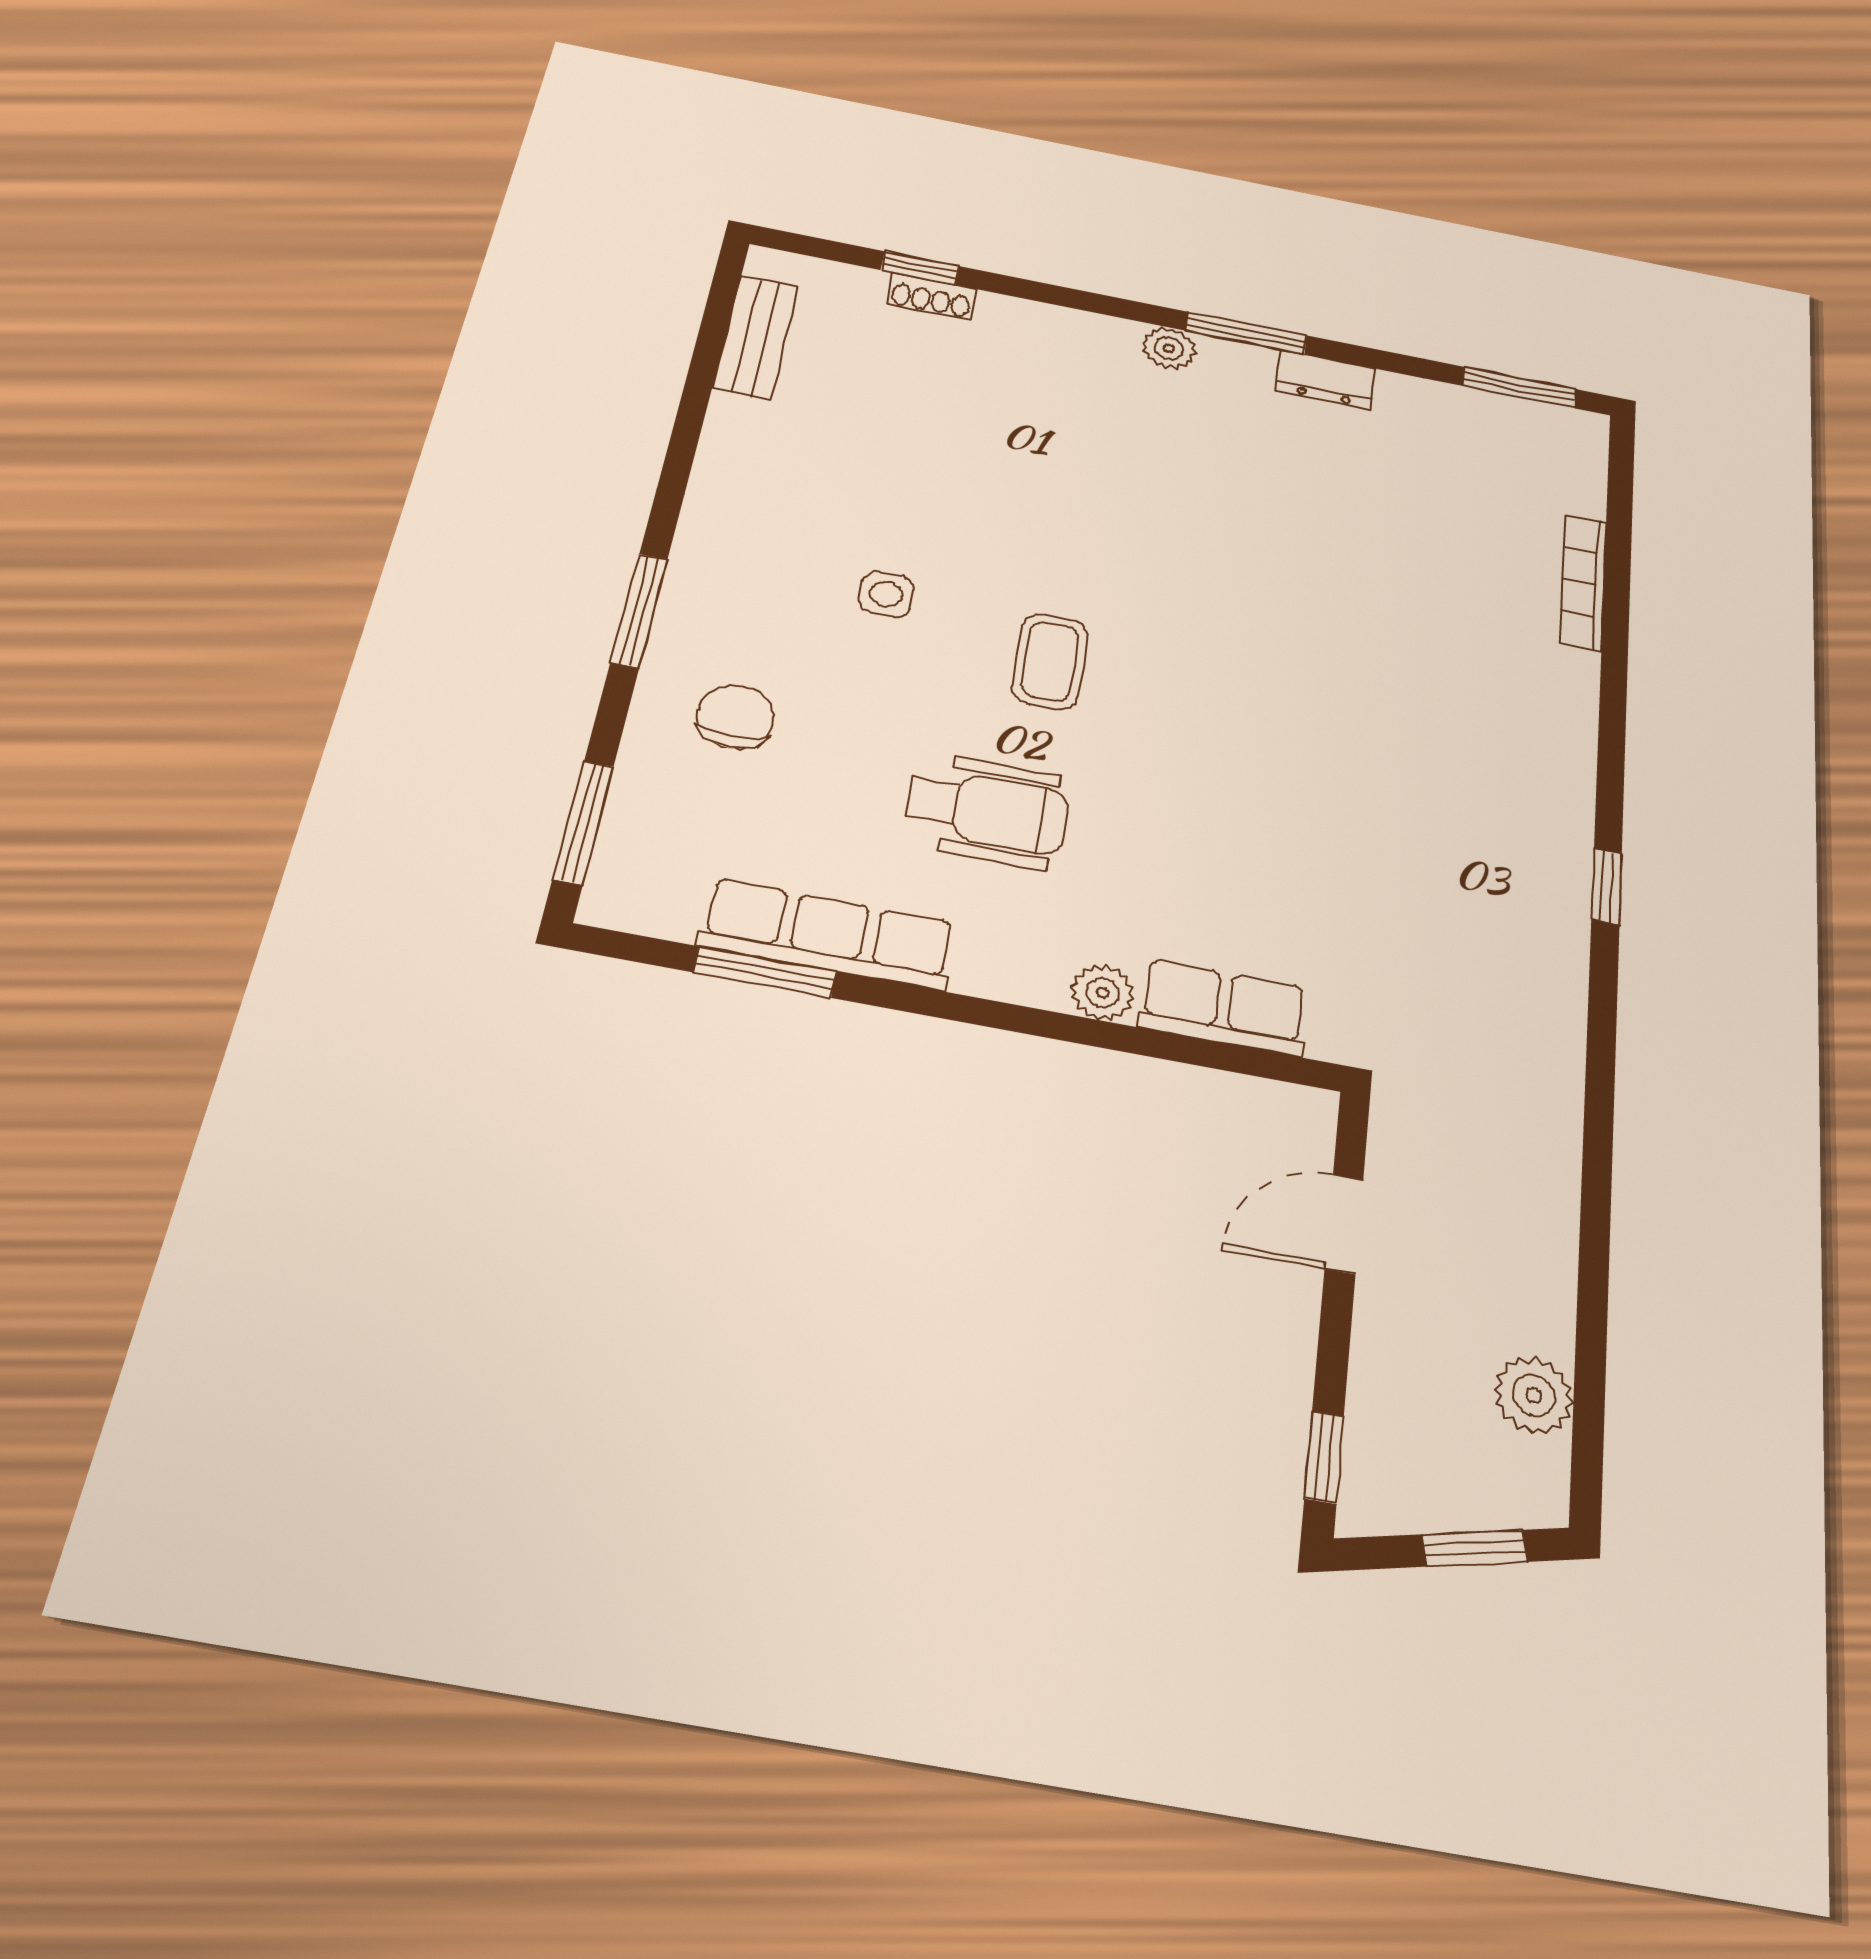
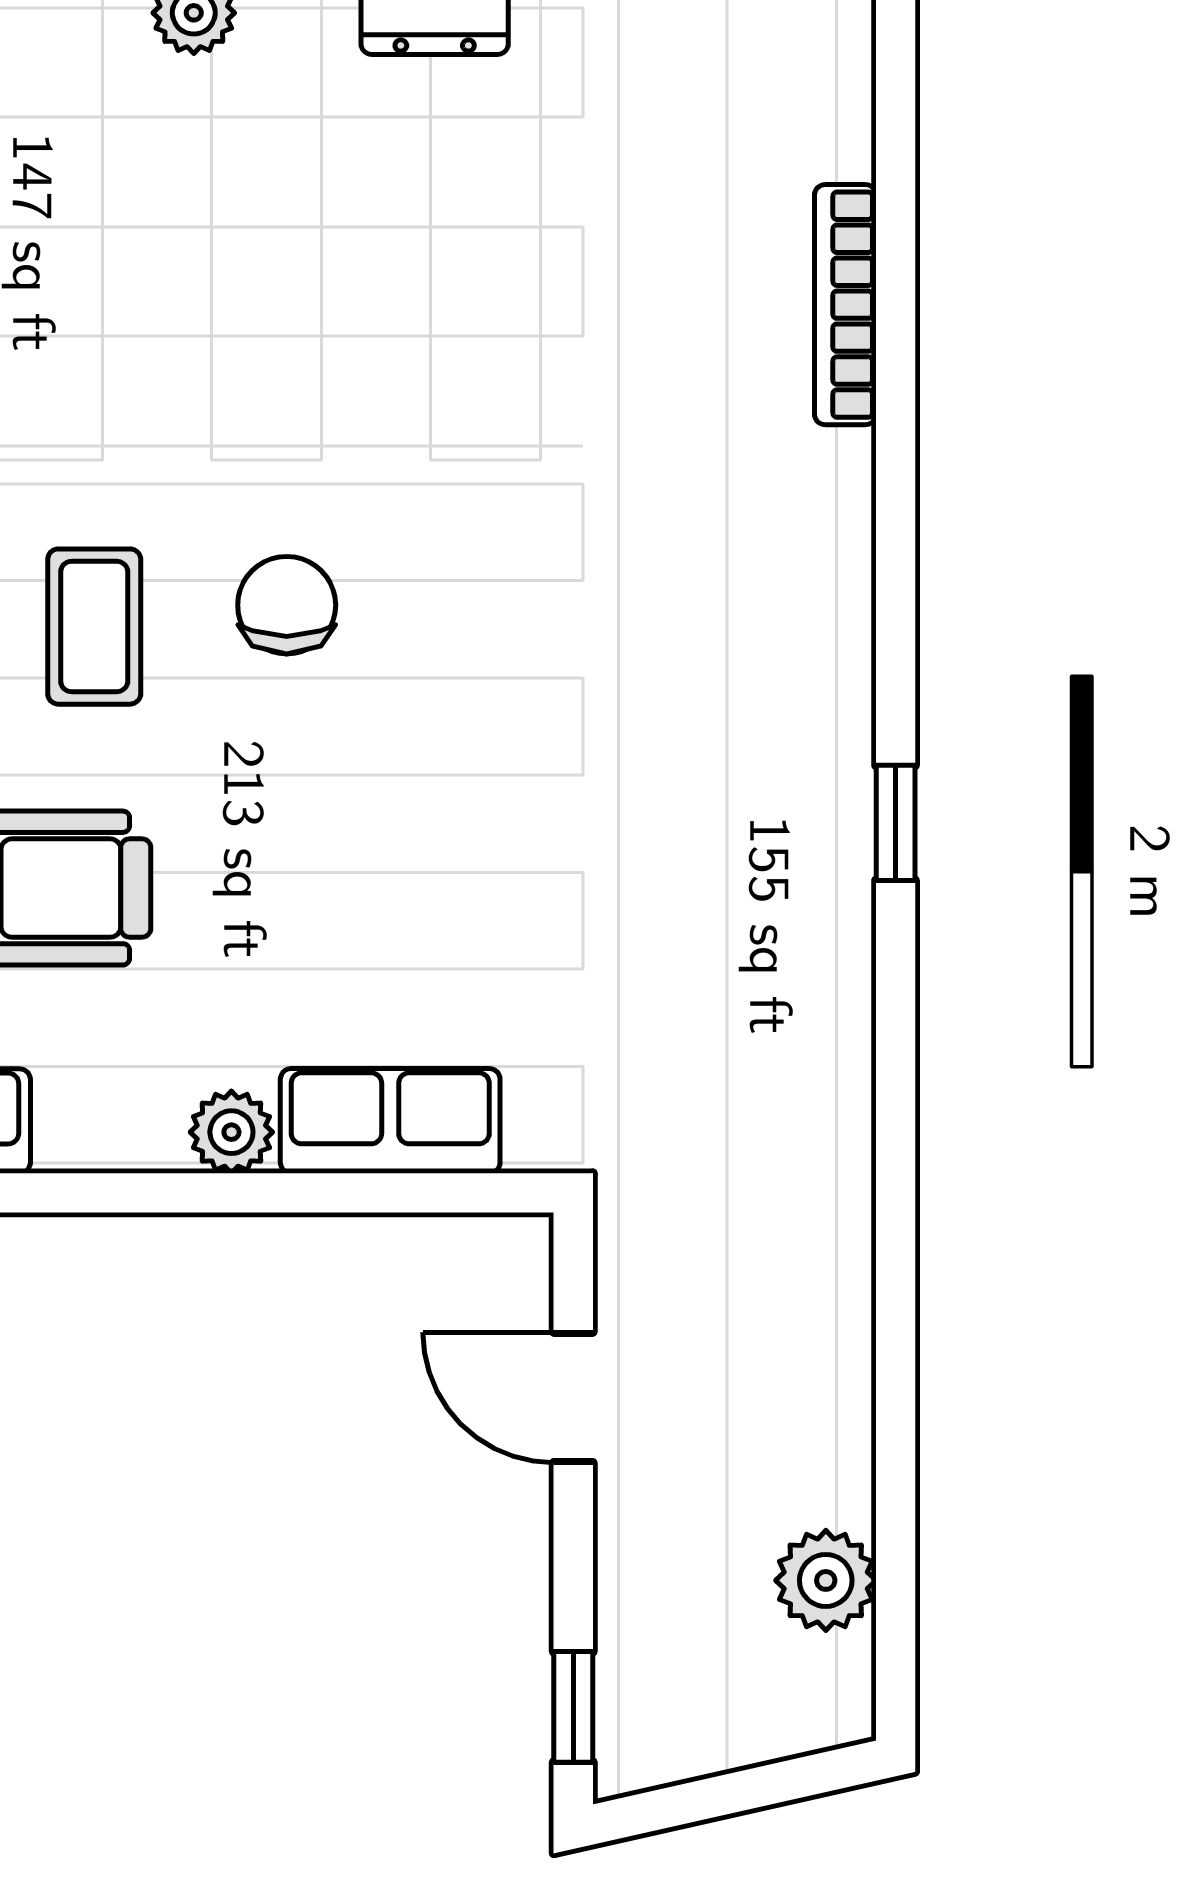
chair: (1188, 675) -> (287, 605), added
door: (1344, 1224) -> (573, 1397), hinge flipped
window: (1474, 1548) -> (762, 1786), removed

